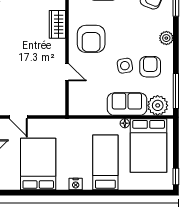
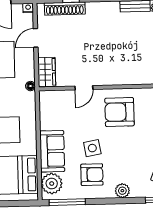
wardrobe: (57, 24) -> (47, 72), moved, turned 90
floor lamp: (125, 123) -> (30, 86), moved

